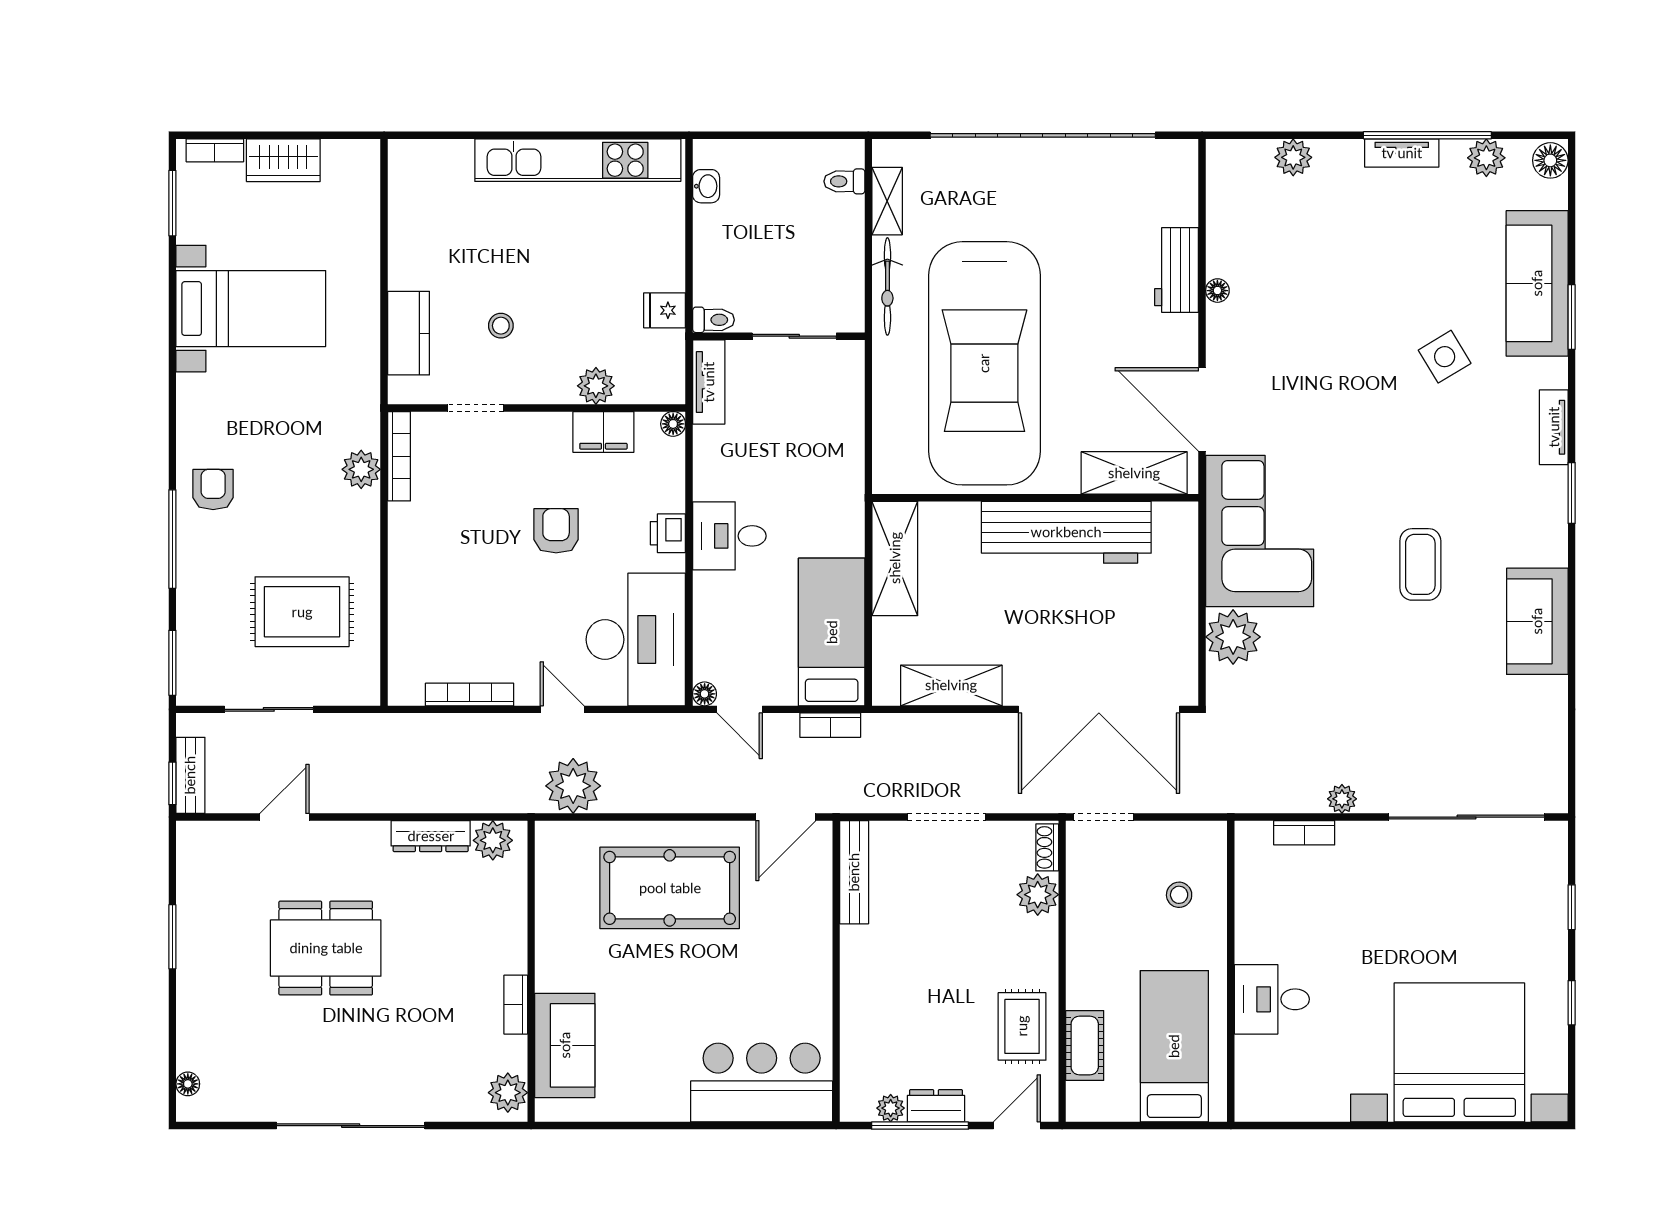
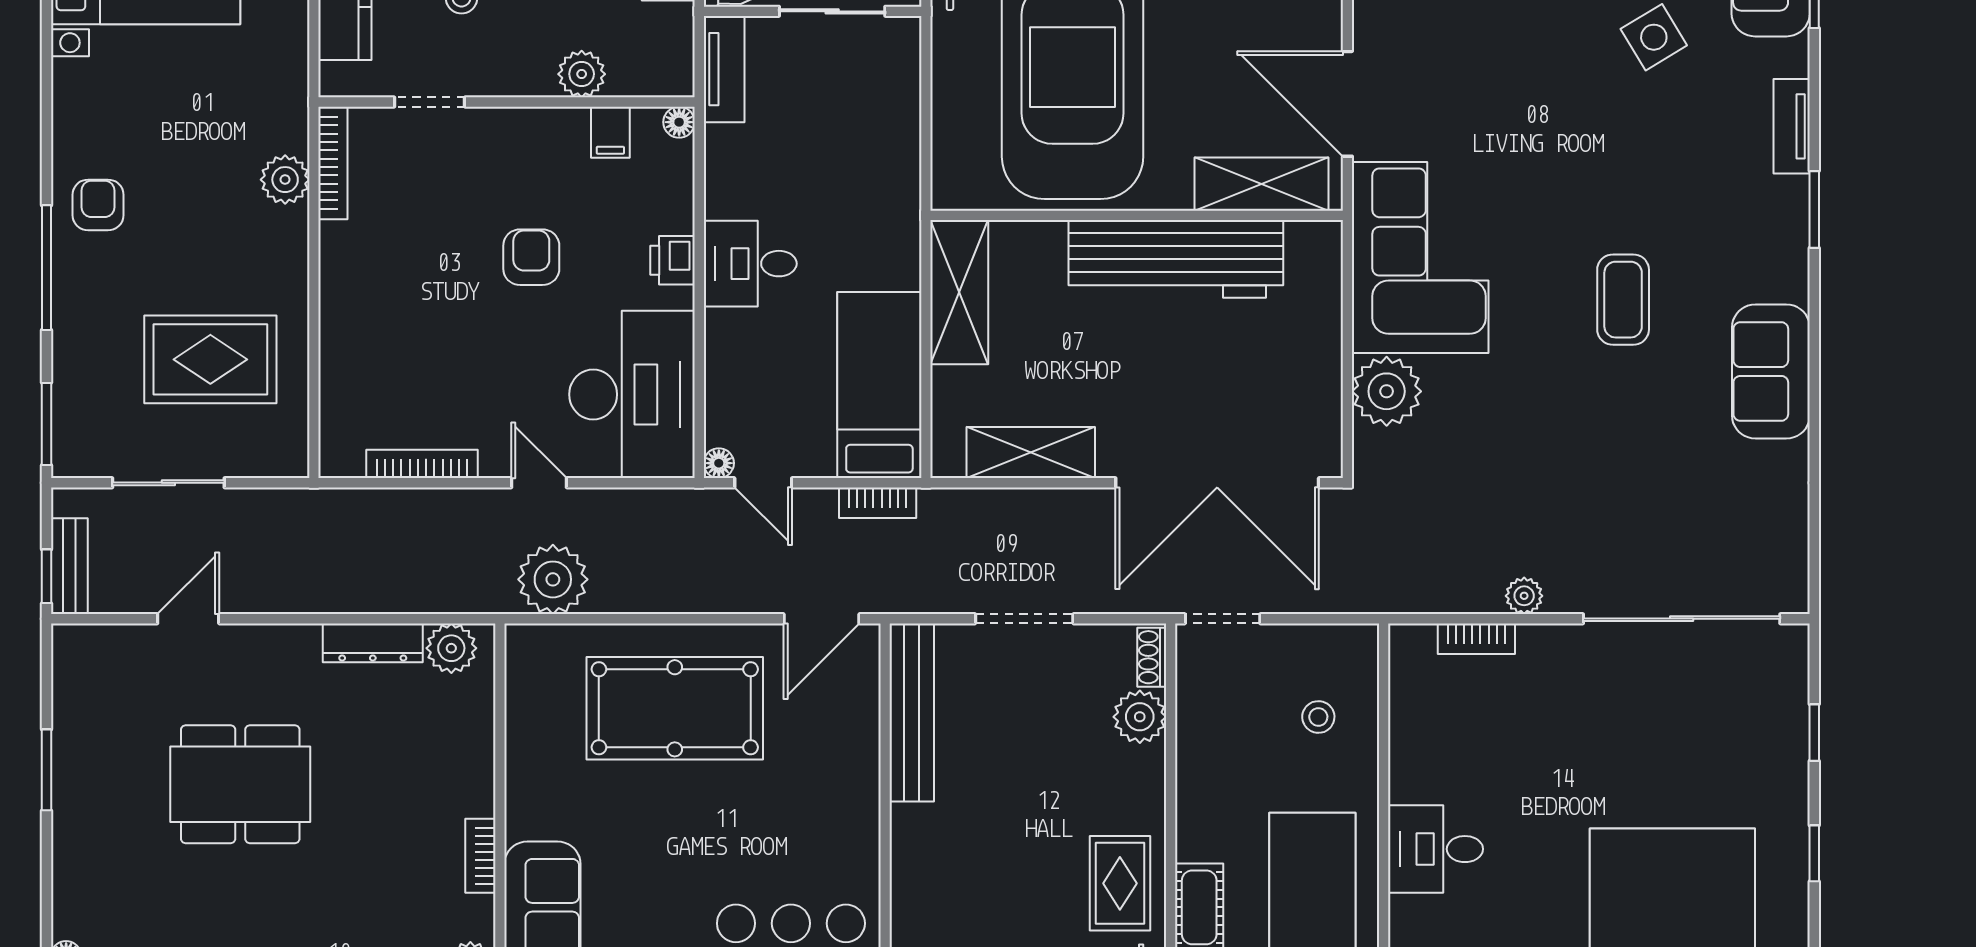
filing cabinet: (603, 432) -> (610, 132), width x0.50
bench: (854, 872) -> (912, 712), width x1.37, depth x1.21

